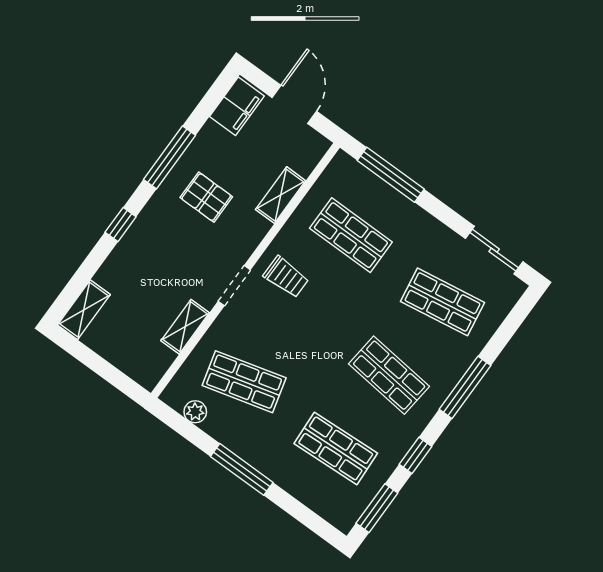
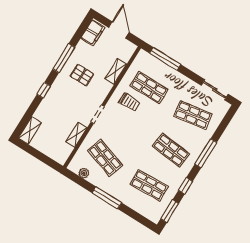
trolley: (286, 277) -> (130, 102), moved
shop shelf: (244, 382) -> (105, 158), turned 33

